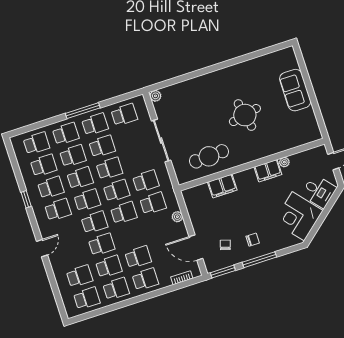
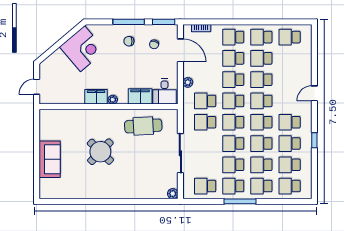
round table: (245, 115) -> (100, 152), turned -34
plant: (284, 162) -> (113, 100), moved
desk: (319, 191) -> (164, 92), moved, turned -140
school desk: (80, 276) -> (233, 80), moved

